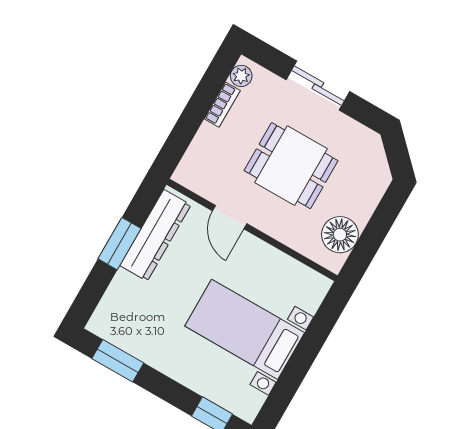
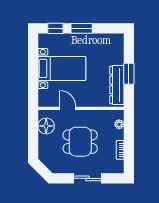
plant: (241, 76) -> (119, 124), moved
door: (230, 217) -> (68, 108), moved
window: (118, 361) -> (82, 28), moved

